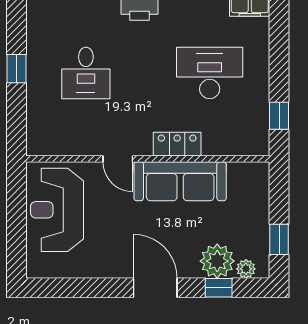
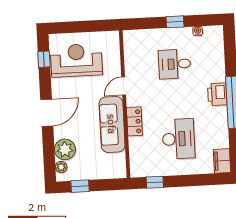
water cooler: (34, 32) -> (198, 31), added
reception desk: (57, 210) -> (76, 60), moved
window: (219, 288) -> (44, 59), moved

